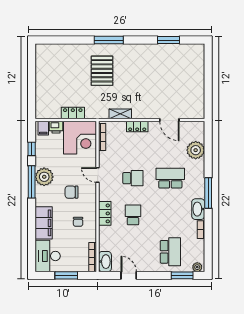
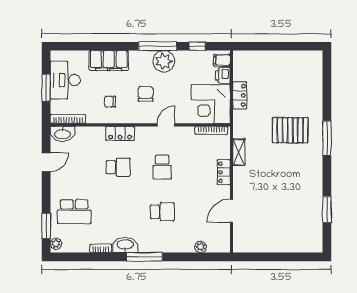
plant: (196, 150) -> (201, 247), width x0.53, depth x0.53
school desk: (170, 178) -> (162, 212), width x0.54
desk: (48, 256) -> (65, 80), moved, turned -90

